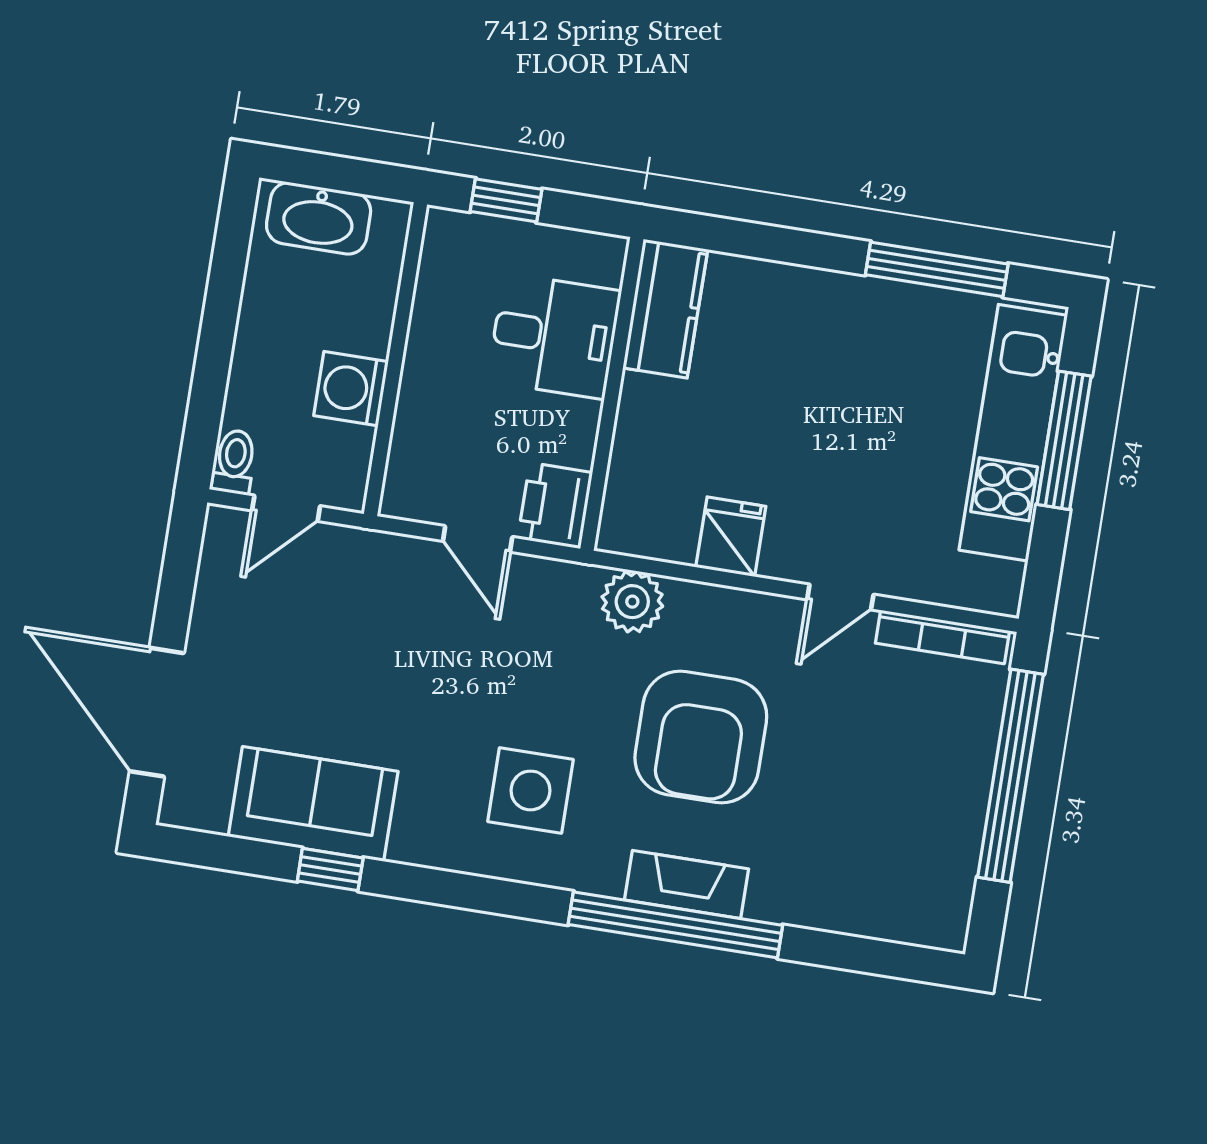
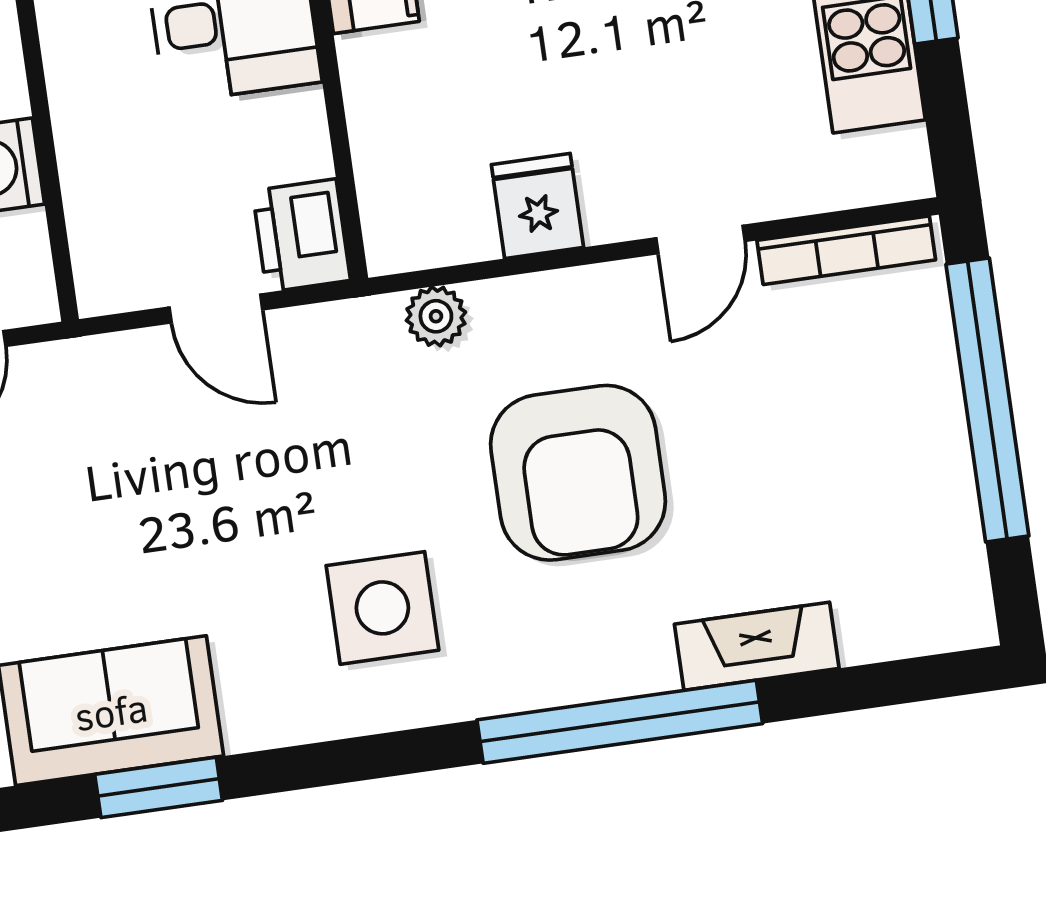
plant: (632, 602) -> (436, 316), width x0.73, depth x0.73
window: (330, 869) -> (159, 787), width x1.50
fireplace: (687, 884) -> (757, 646), moved

